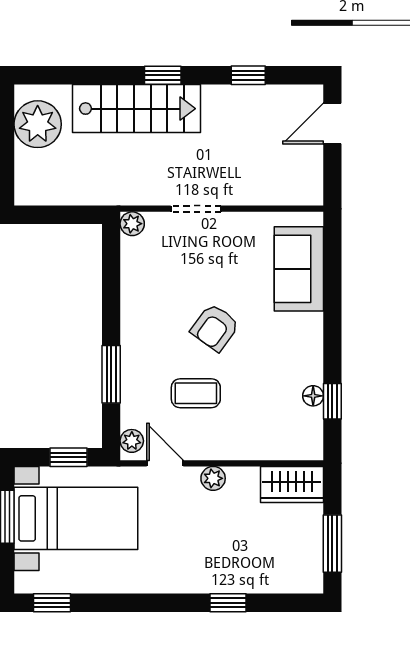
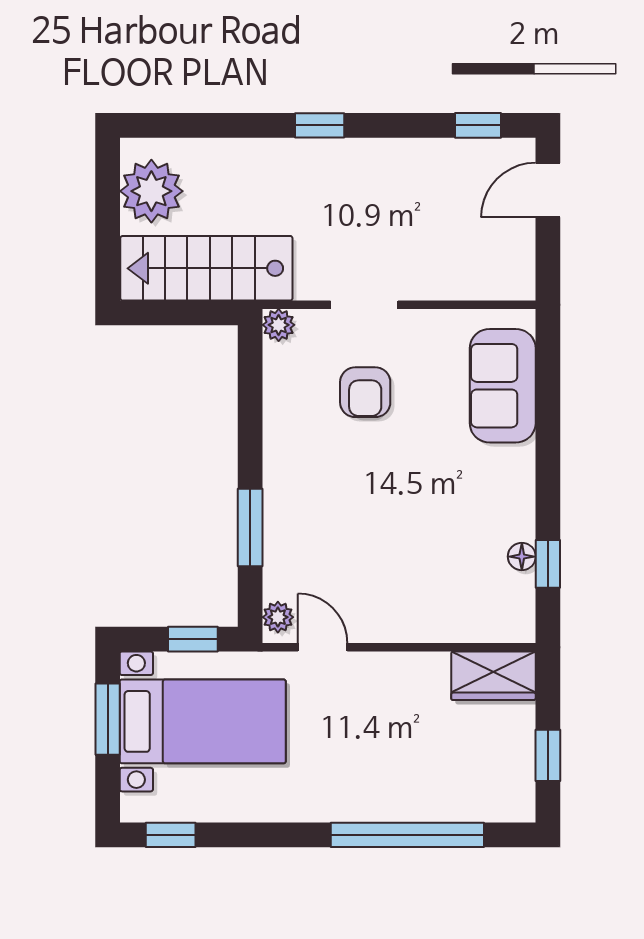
window: (248, 75) -> (478, 125), moved
stairs: (137, 109) -> (206, 268), moved, turned 180
armchair: (215, 327) -> (365, 392), moved, turned -36
coffee table: (196, 393) -> (364, 553), removed
plant: (213, 478) -> (387, 668), removed
window: (332, 544) -> (548, 755), width x0.67
window: (228, 603) -> (407, 835), width x3.17

